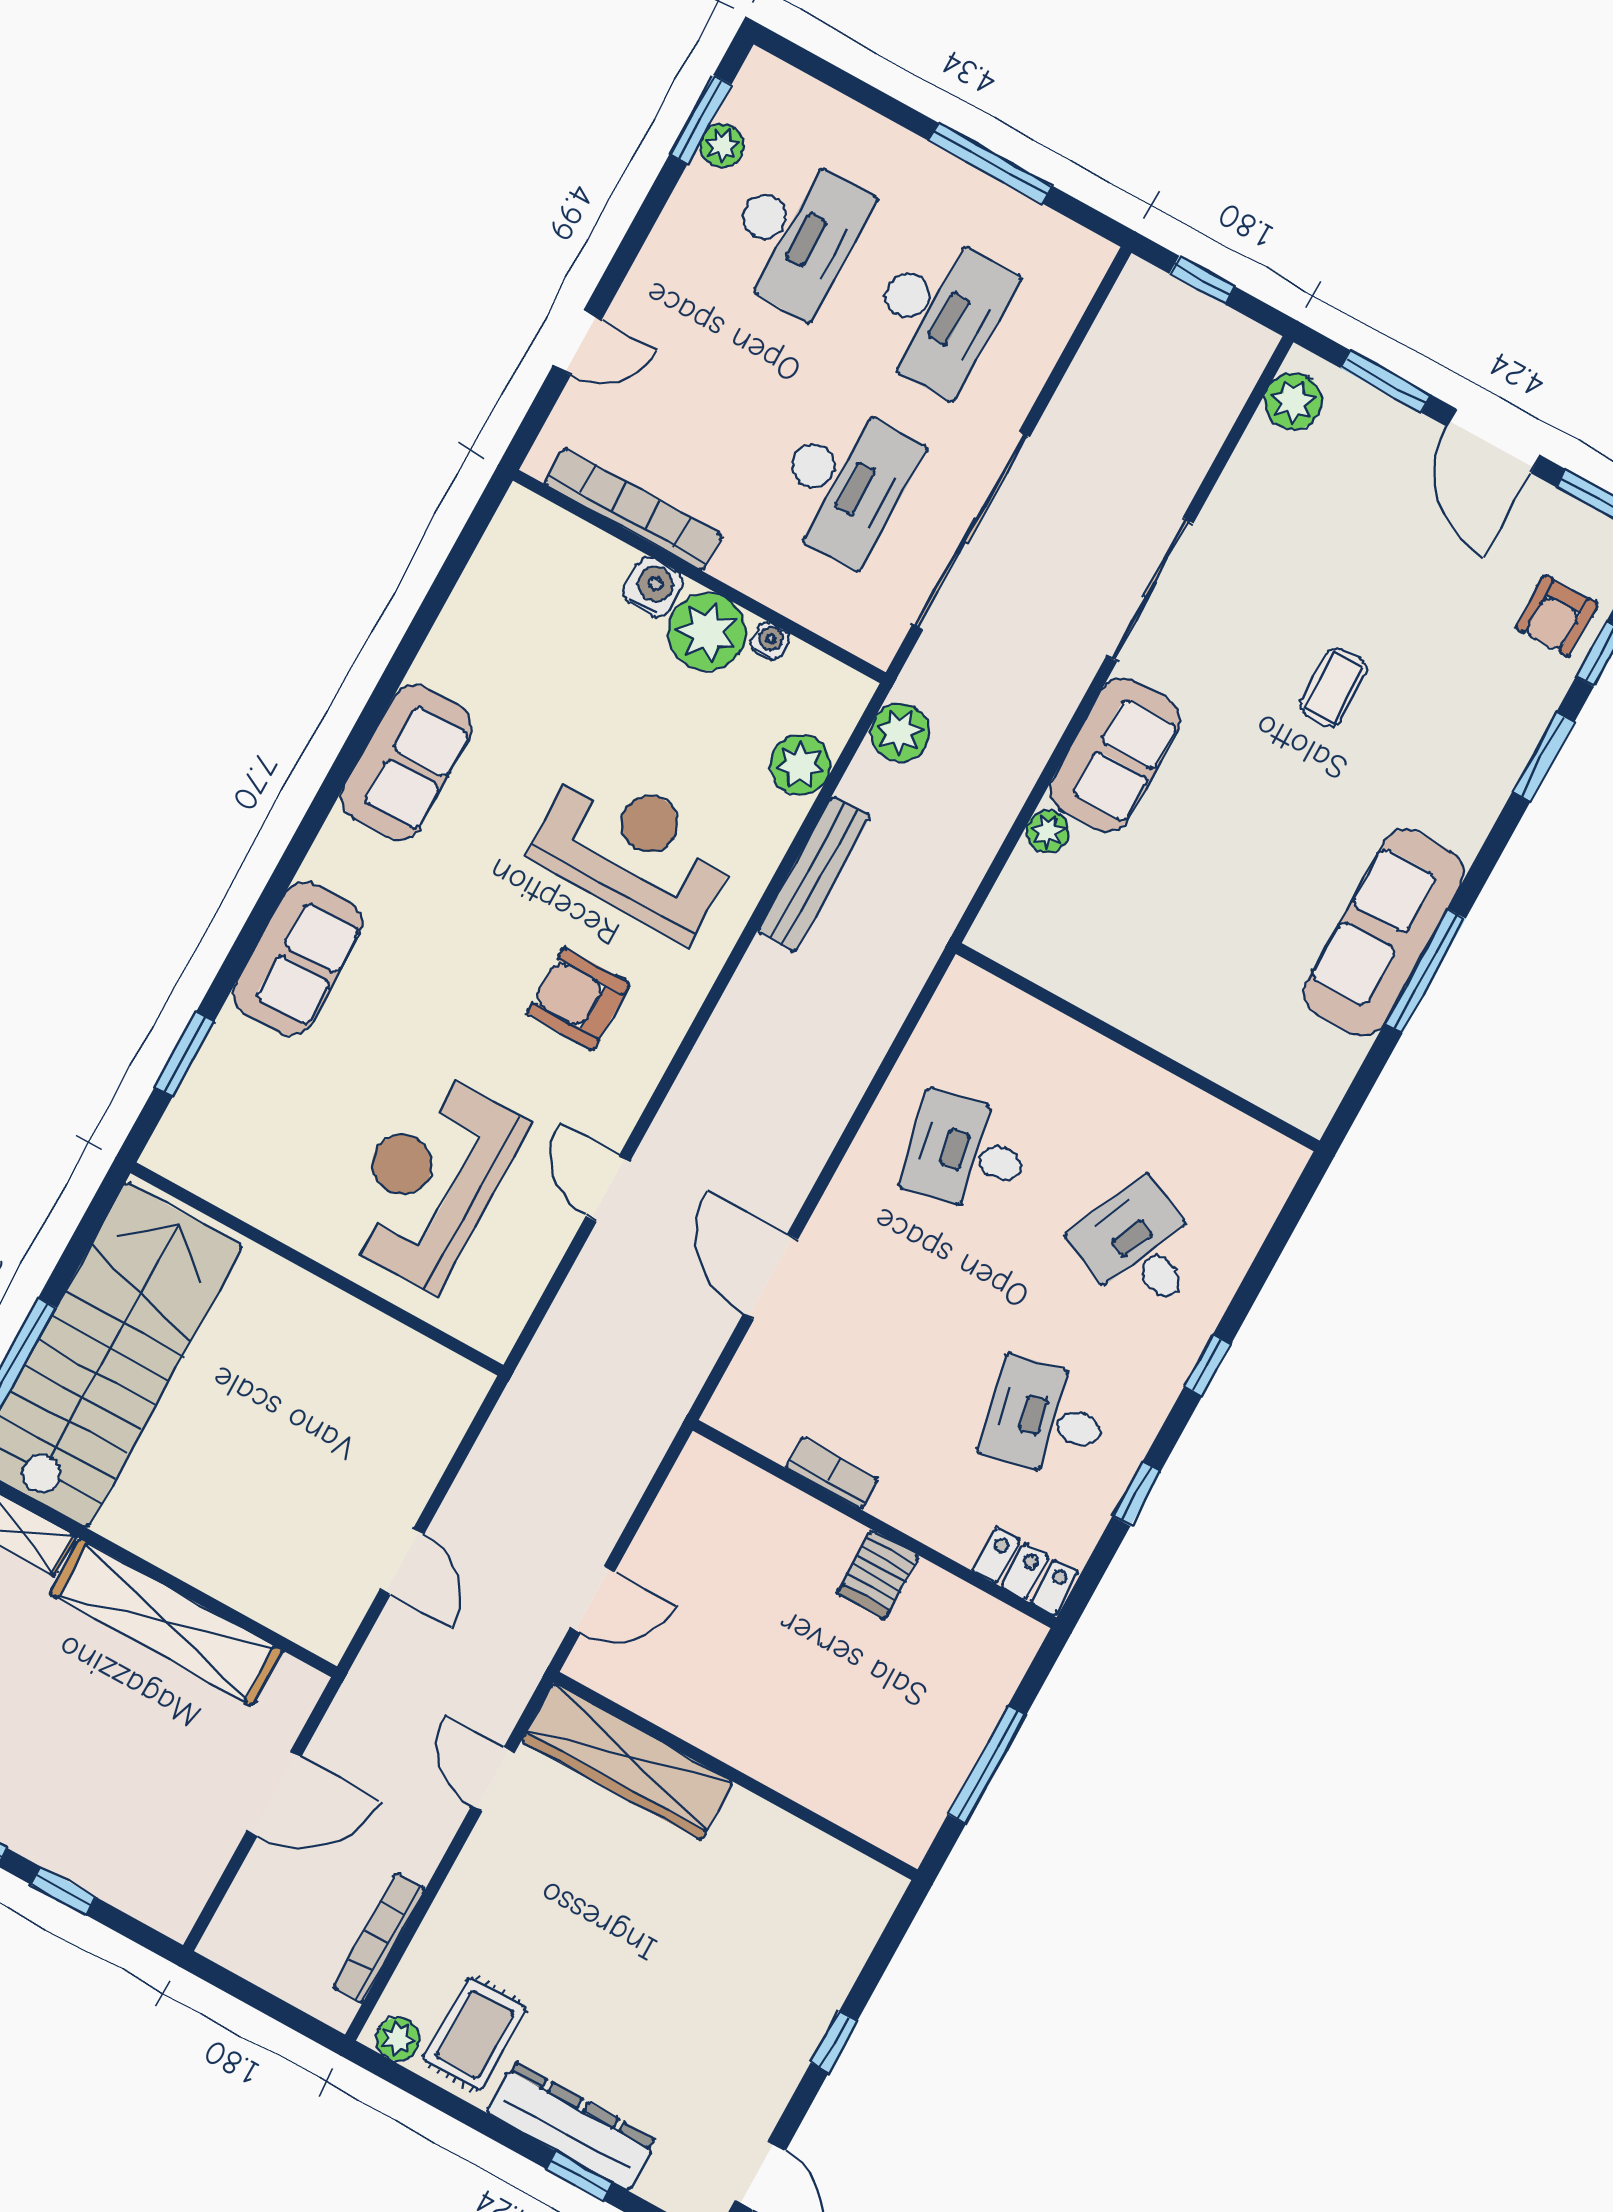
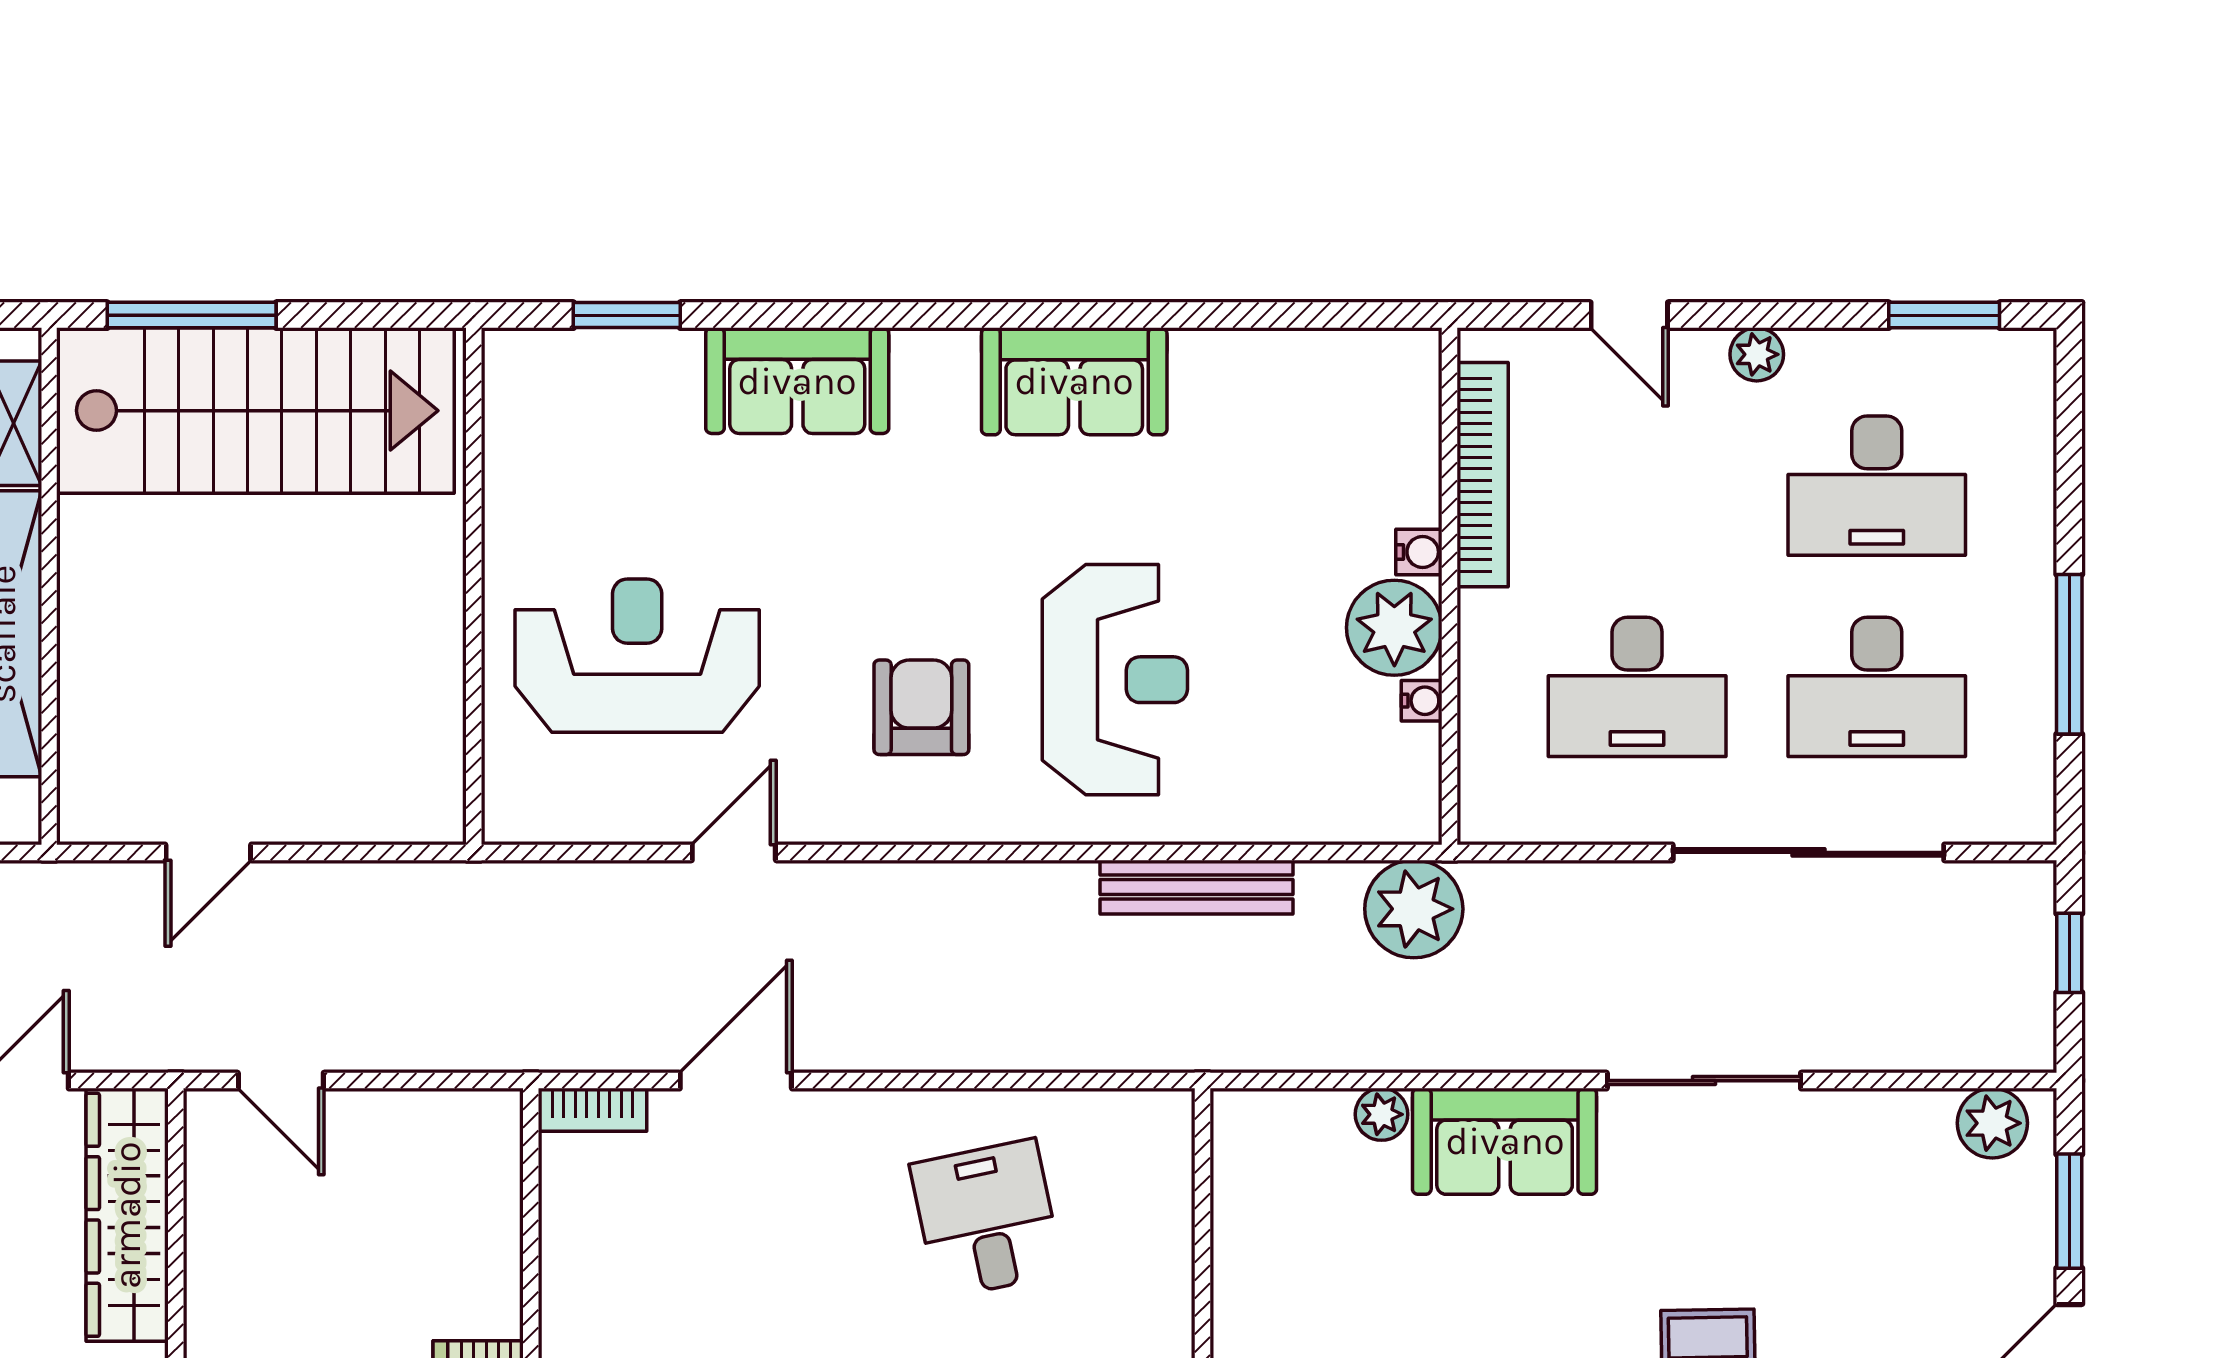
plant: (722, 146) -> (1757, 354), moved
sliding door: (971, 531) -> (1808, 852), moved
water cooler: (653, 588) -> (1419, 552), width x0.72, depth x0.72
plant: (900, 732) -> (1414, 909), width x1.36, depth x1.36
plant: (800, 765) -> (1306, 808), removed
bookcase: (832, 1473) -> (593, 1110), moved, turned 90

